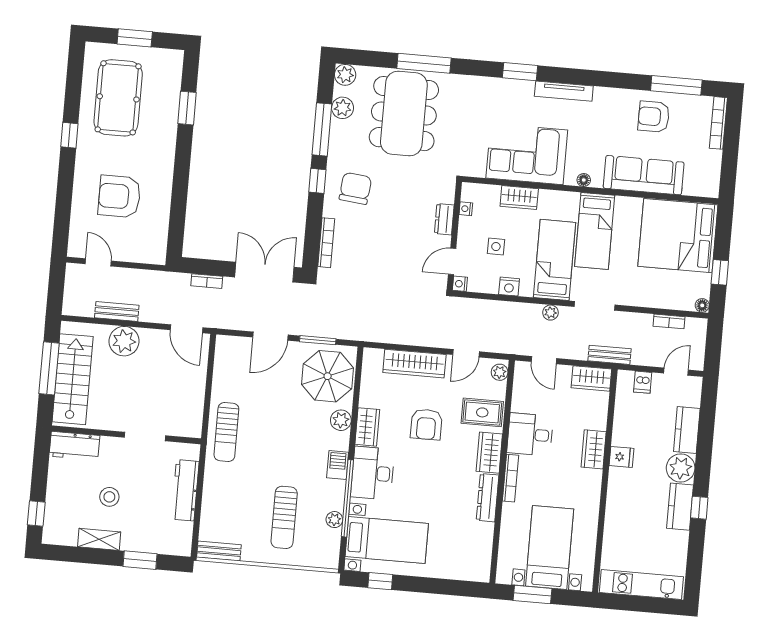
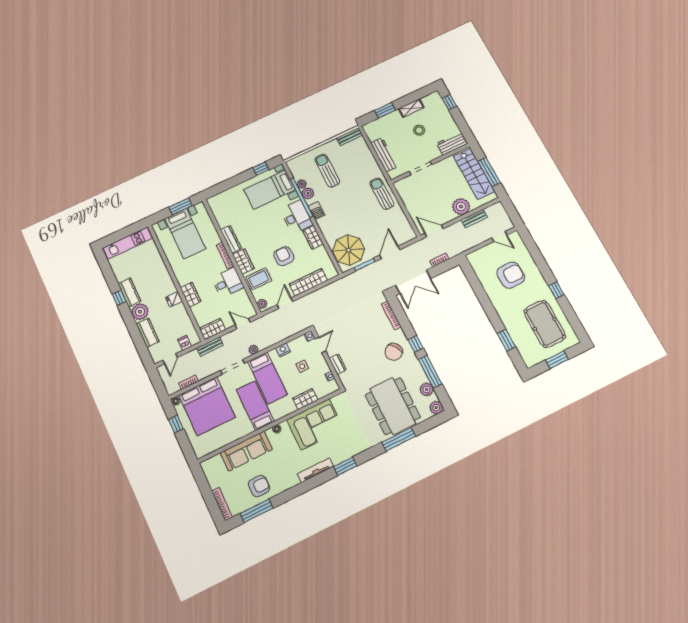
chair: (355, 188) -> (394, 352), turned 50
bed: (678, 236) -> (207, 406), moved, turned 90
plant: (341, 420) -> (308, 193), moved

